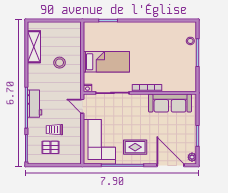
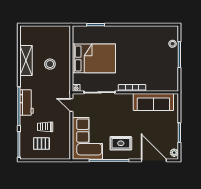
shelving: (34, 47) -> (26, 60), moved
bed: (106, 62) -> (94, 58), width x1.50

